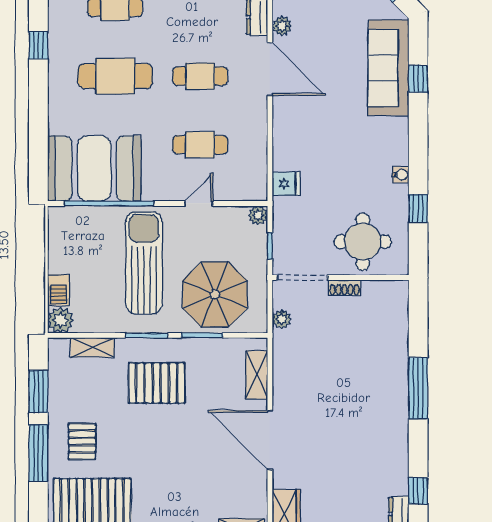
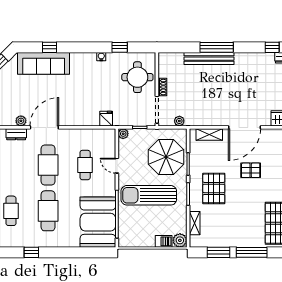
cafe table: (200, 76) -> (48, 165), width x1.37, depth x1.35
bench: (397, 374) -> (209, 59), added
pallet: (82, 441) -> (251, 170), moved

